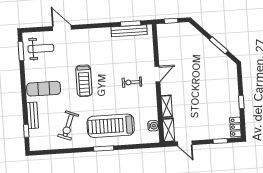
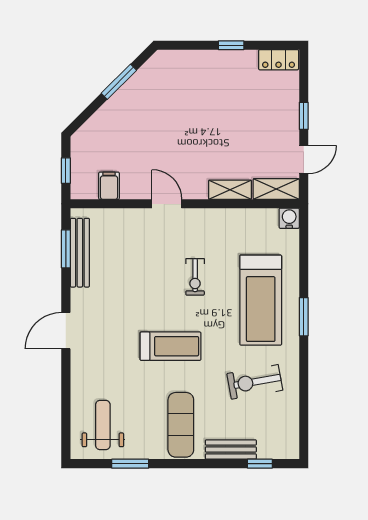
door: (62, 28) -> (66, 331), moved
filing cabinet: (165, 44) -> (109, 186), added
window: (21, 51) -> (130, 464), moved
exercise bike: (132, 82) -> (195, 277), moved
exercise bike: (68, 125) -> (255, 382), turned 149
water cooler: (153, 126) -> (289, 218), moved
window: (220, 141) -> (304, 116), moved

